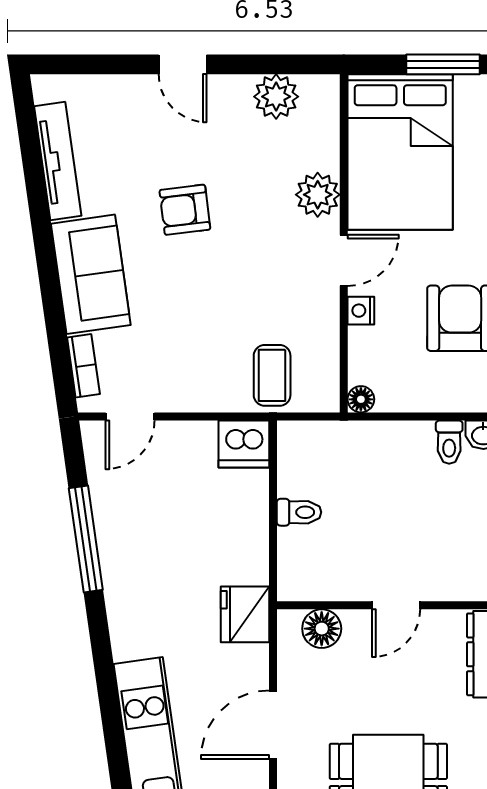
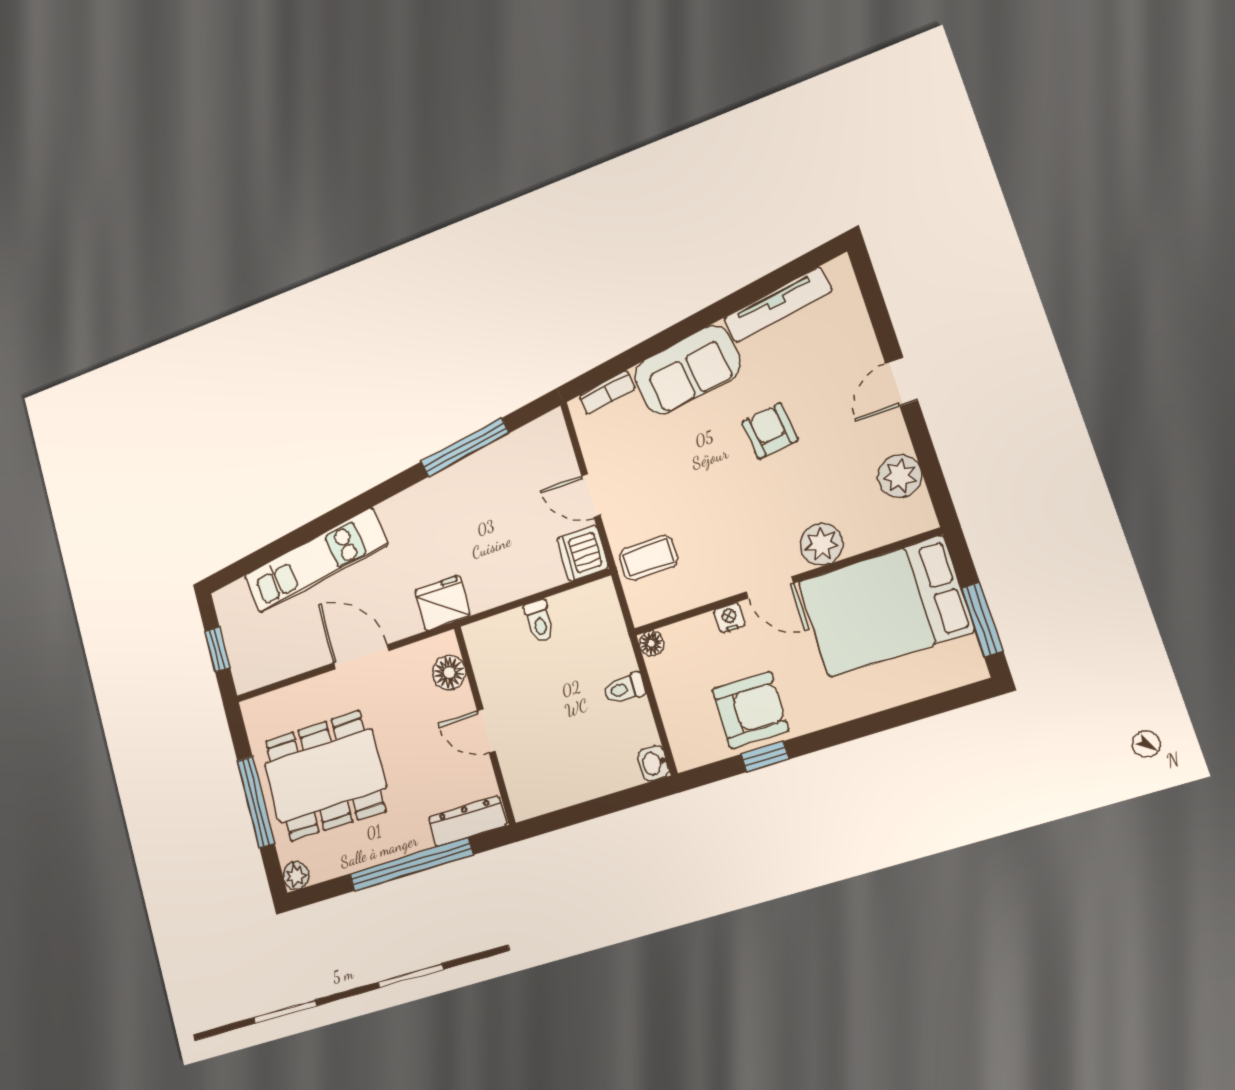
door: (130, 416) -> (591, 496), moved
toilet: (449, 442) -> (624, 688), moved

